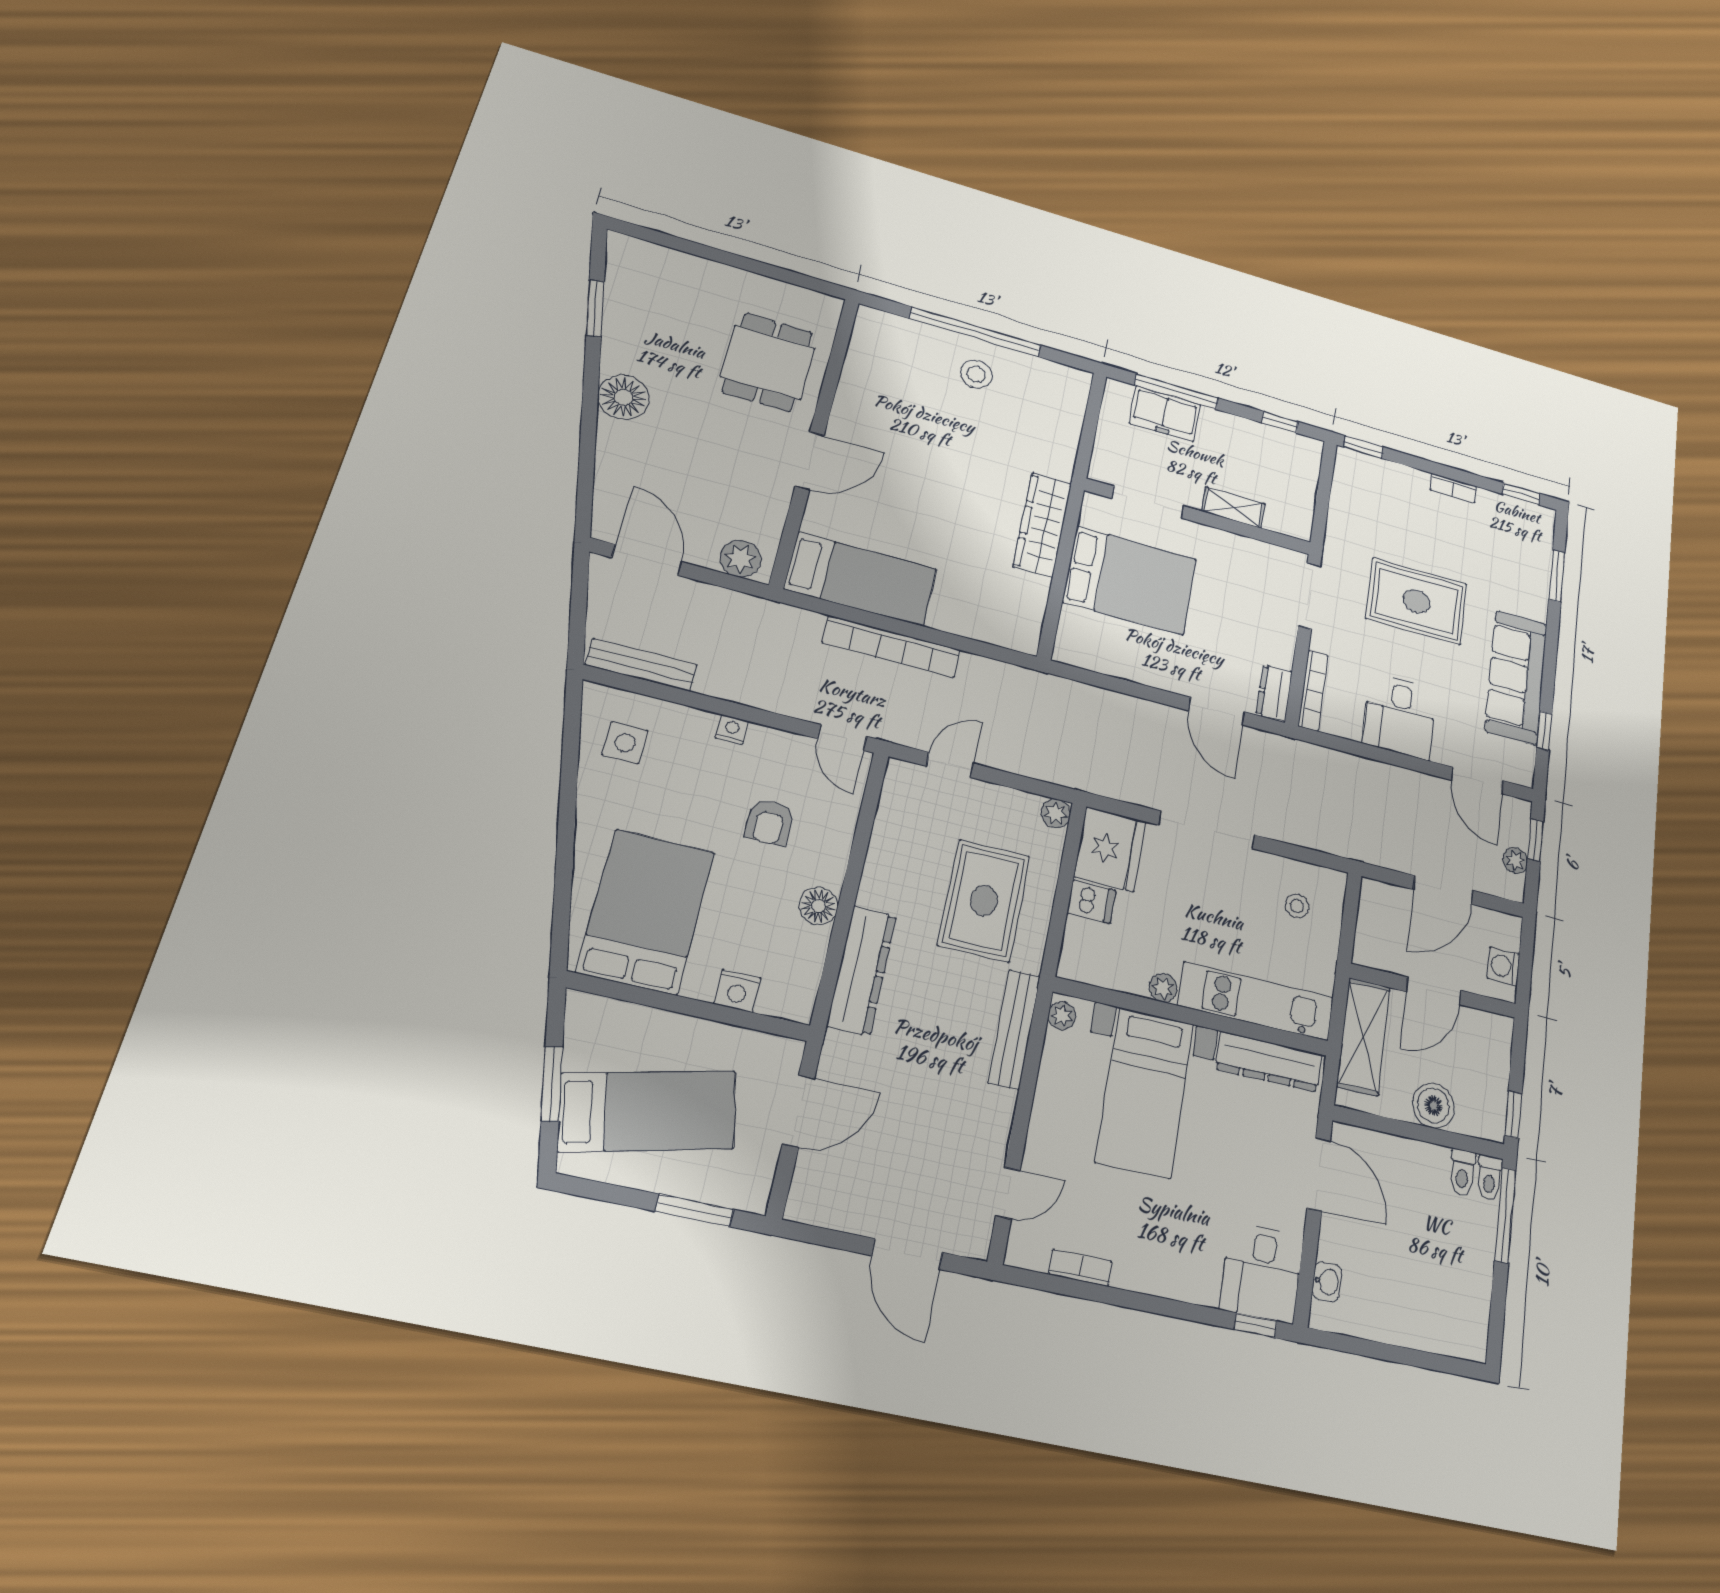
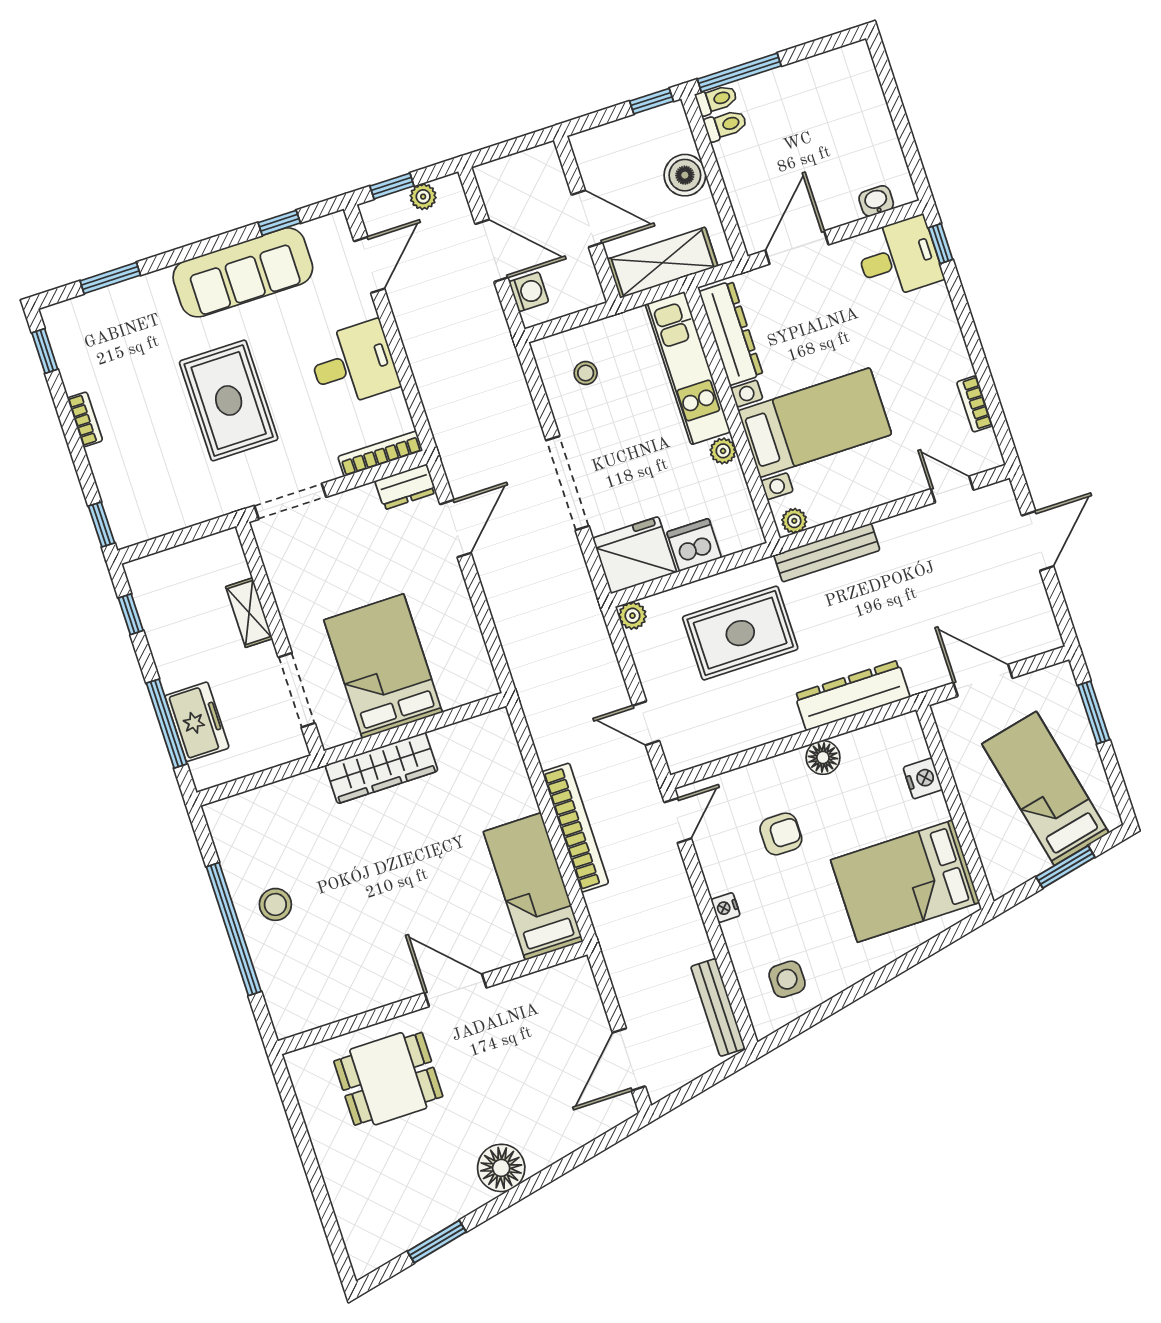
plant: (740, 559) -> (580, 990), removed
dishwasher: (1091, 902) -> (694, 545), width x1.38
washing machine: (1504, 966) -> (529, 292), moved, turned -90

